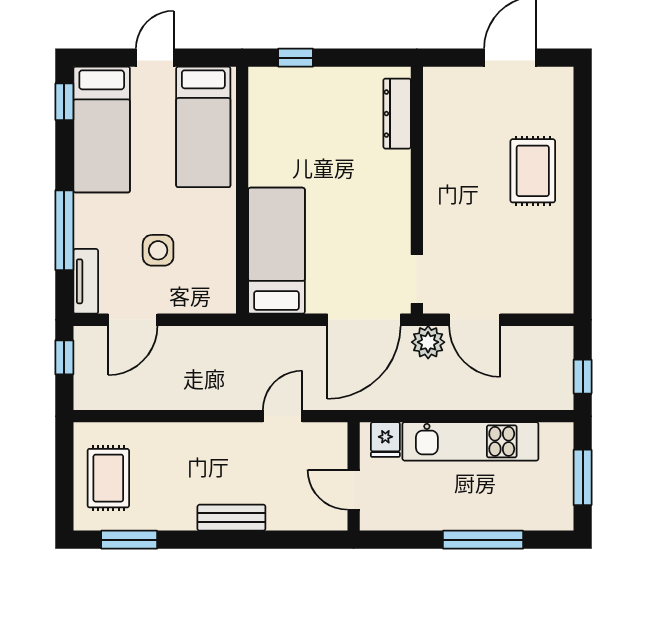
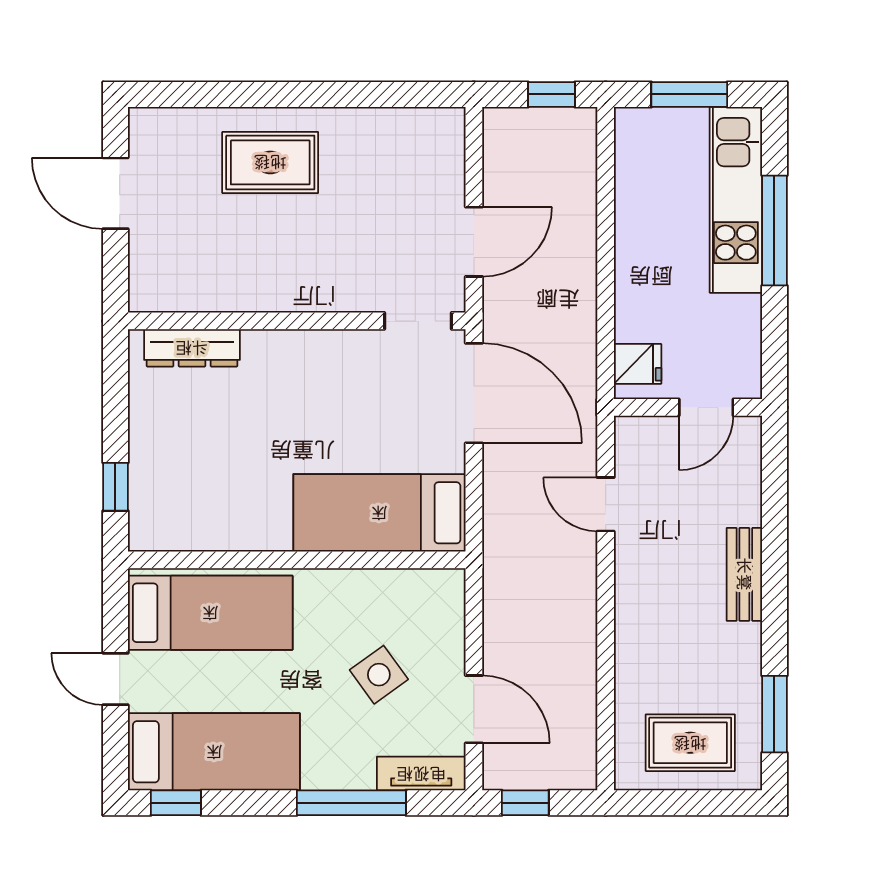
side table: (158, 250) -> (379, 675), turned -36
plant: (428, 342) -> (505, 306), removed
kitchen unit: (470, 441) -> (736, 200), moved, turned 180

